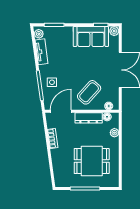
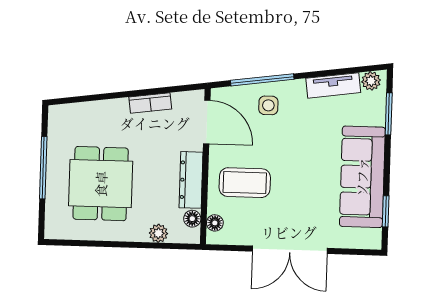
plant: (114, 31) -> (372, 239), removed
sofa: (91, 36) -> (362, 177), width x1.36
coffee table: (89, 92) -> (245, 183), turned -42

